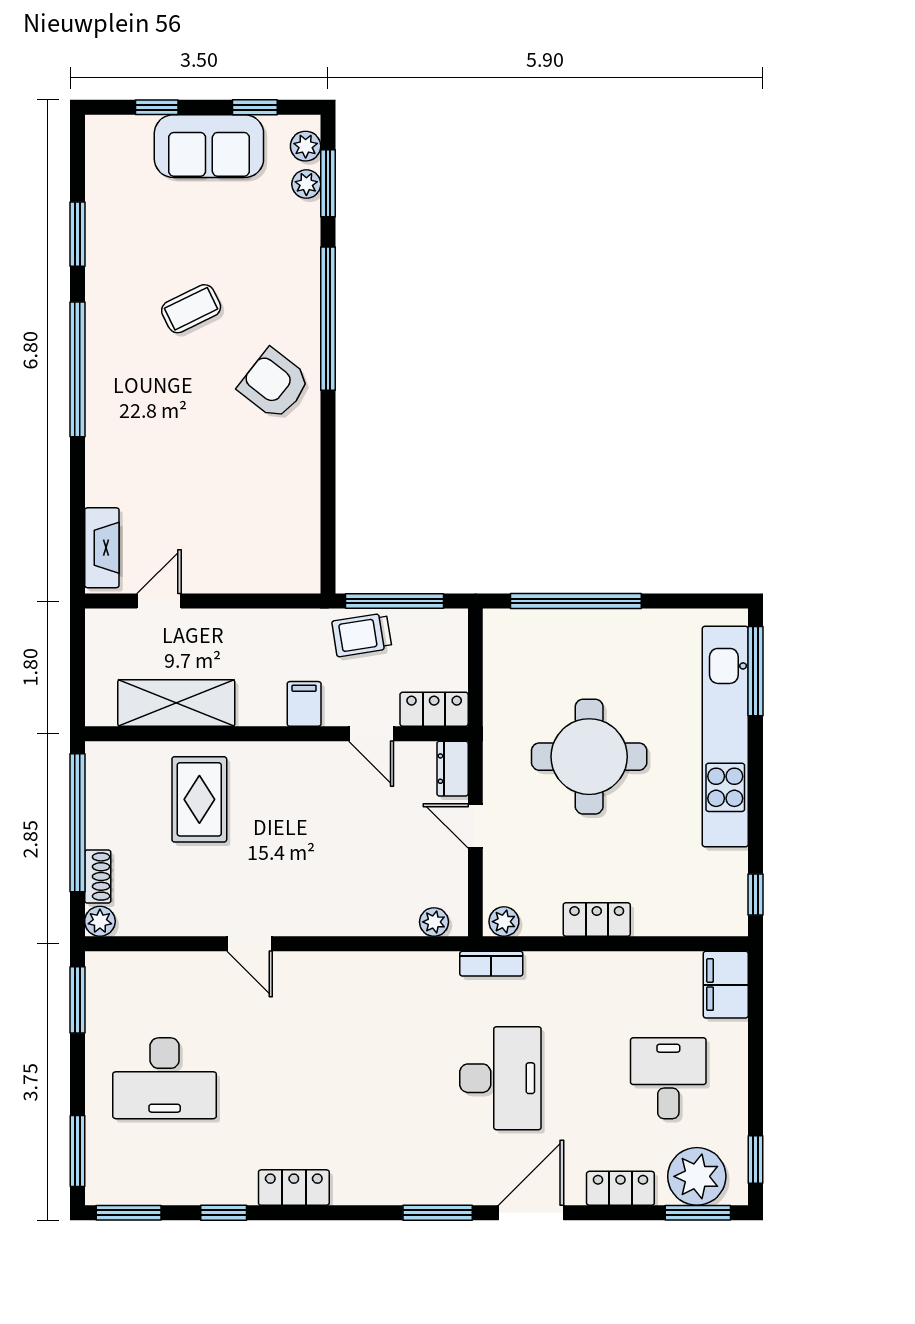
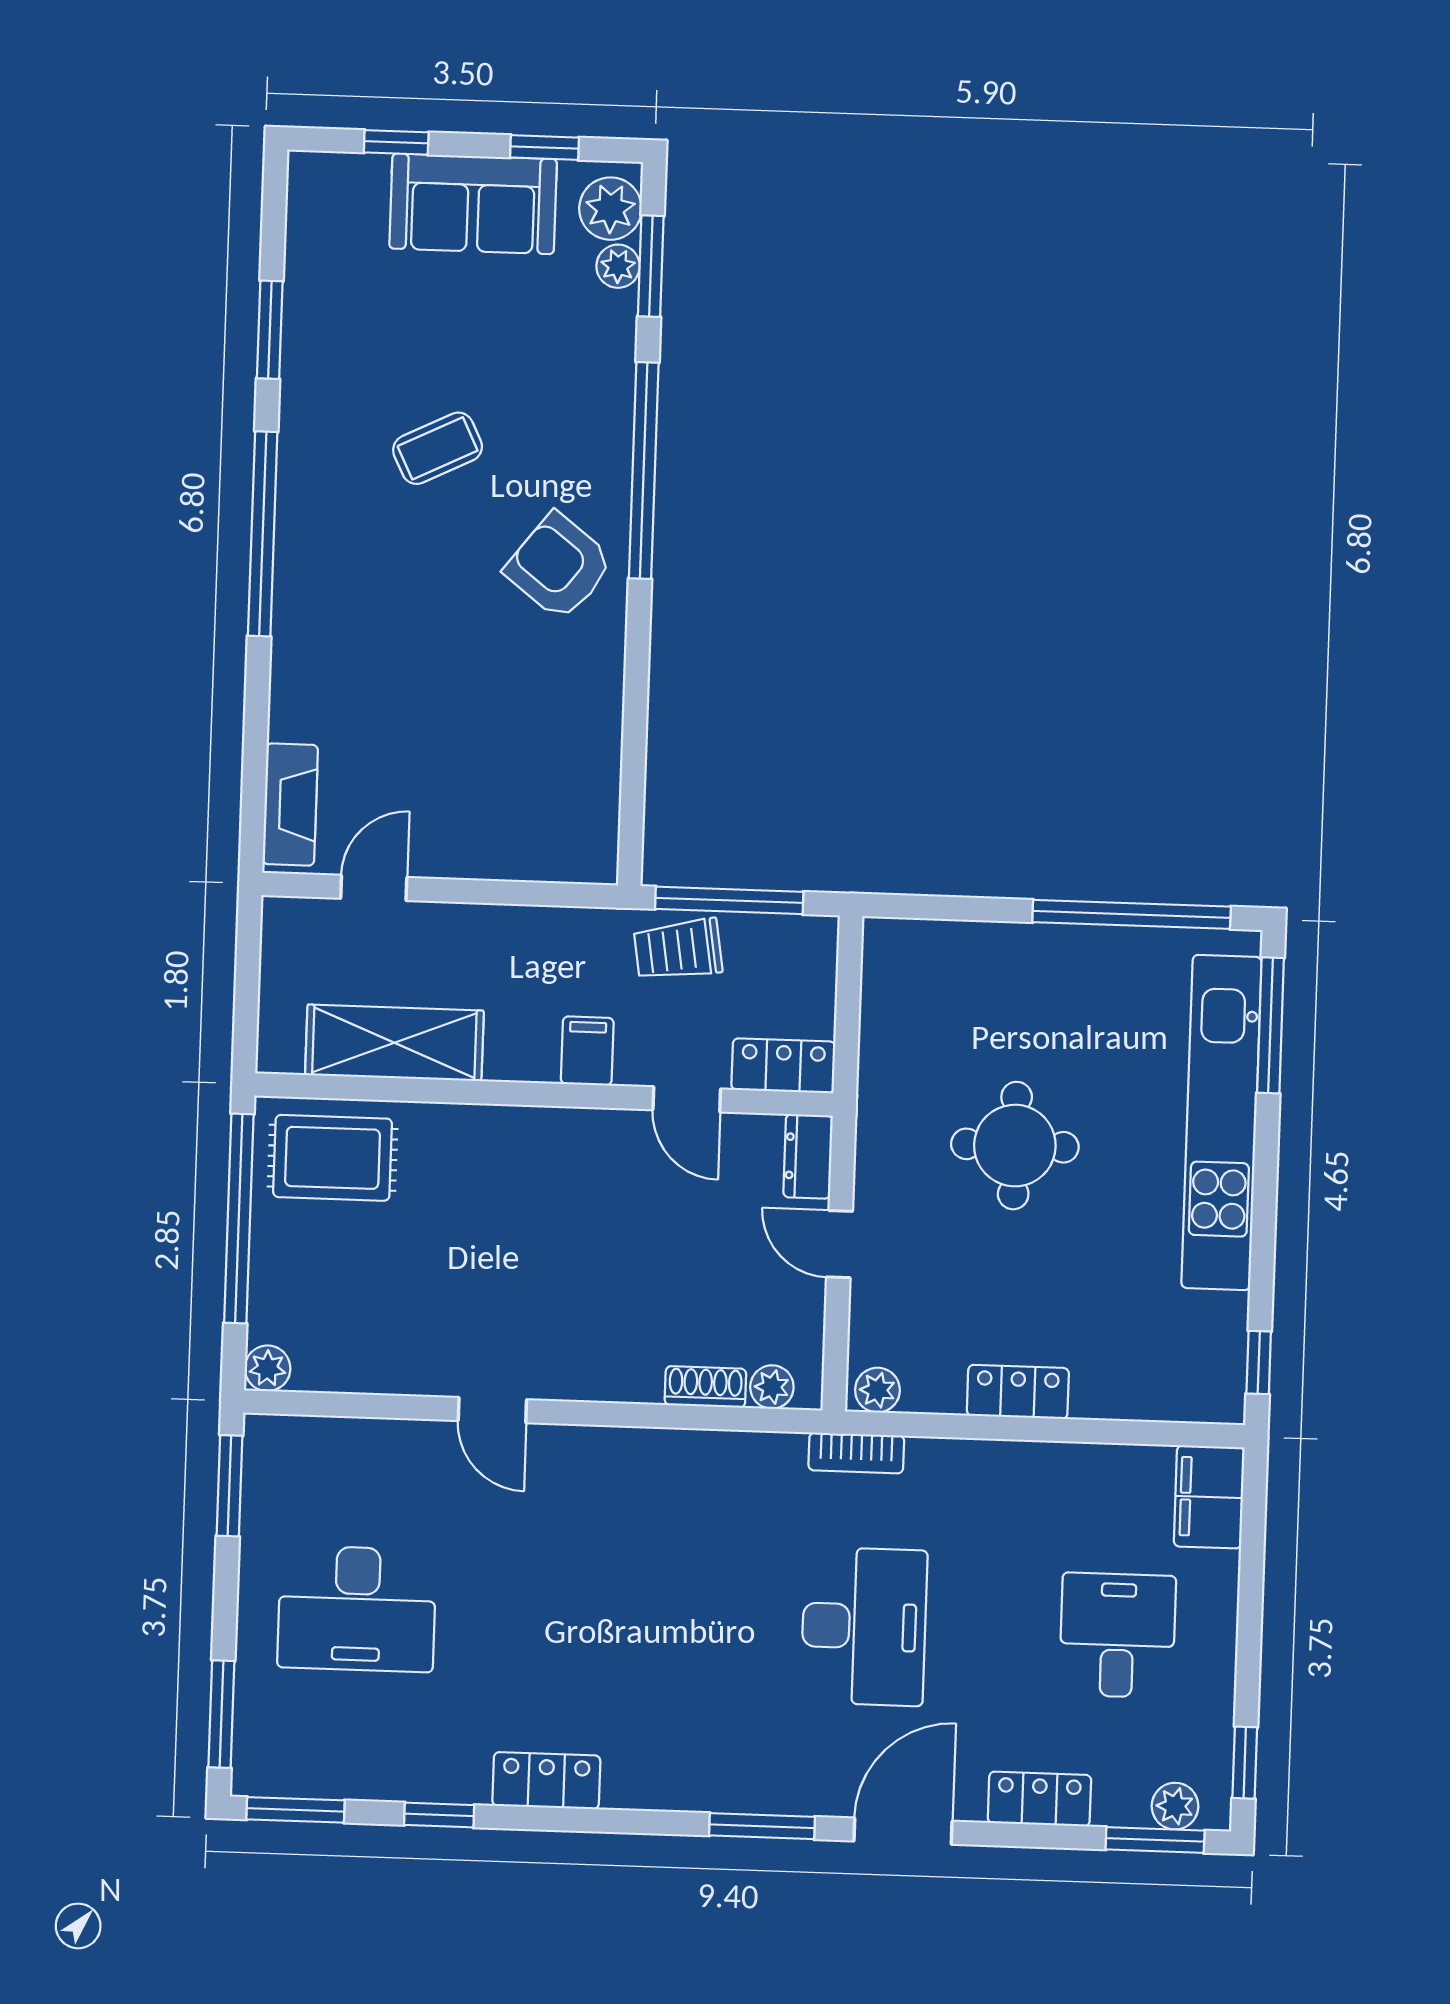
plant: (306, 146) -> (610, 209), width x1.38, depth x1.38
window: (576, 601) -> (1132, 914), moved
round table: (589, 757) -> (1015, 1146), width x0.73, depth x0.73
rug: (199, 799) -> (333, 1158), moved, turned 90
shoe rack: (98, 877) -> (705, 1387), moved, turned -90
plant: (697, 1176) -> (1175, 1806), width x0.53, depth x0.53

